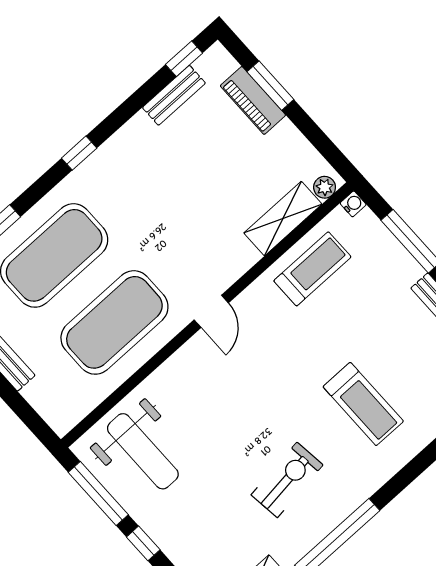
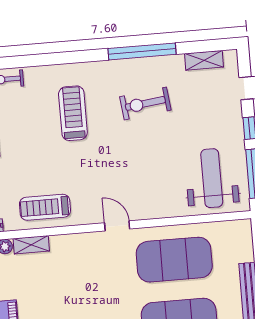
shelving: (283, 219) -> (31, 245), width x0.67, depth x0.75
door: (211, 311) -> (117, 226), hinge flipped

